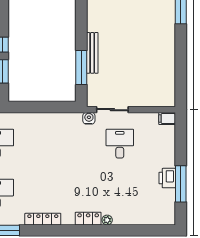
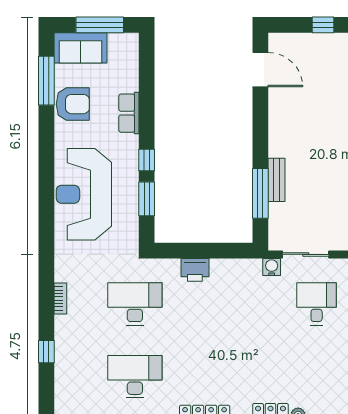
bench: (92, 53) -> (276, 180), width x0.73
printer: (36, 120) -> (195, 270), added

